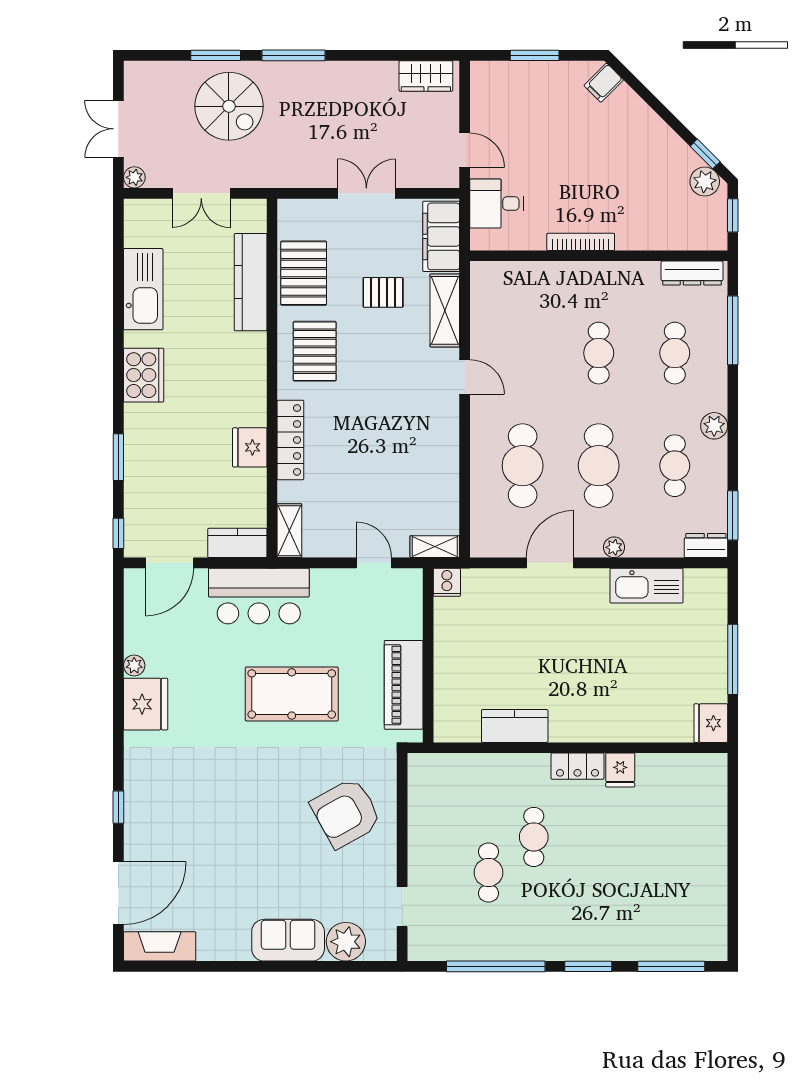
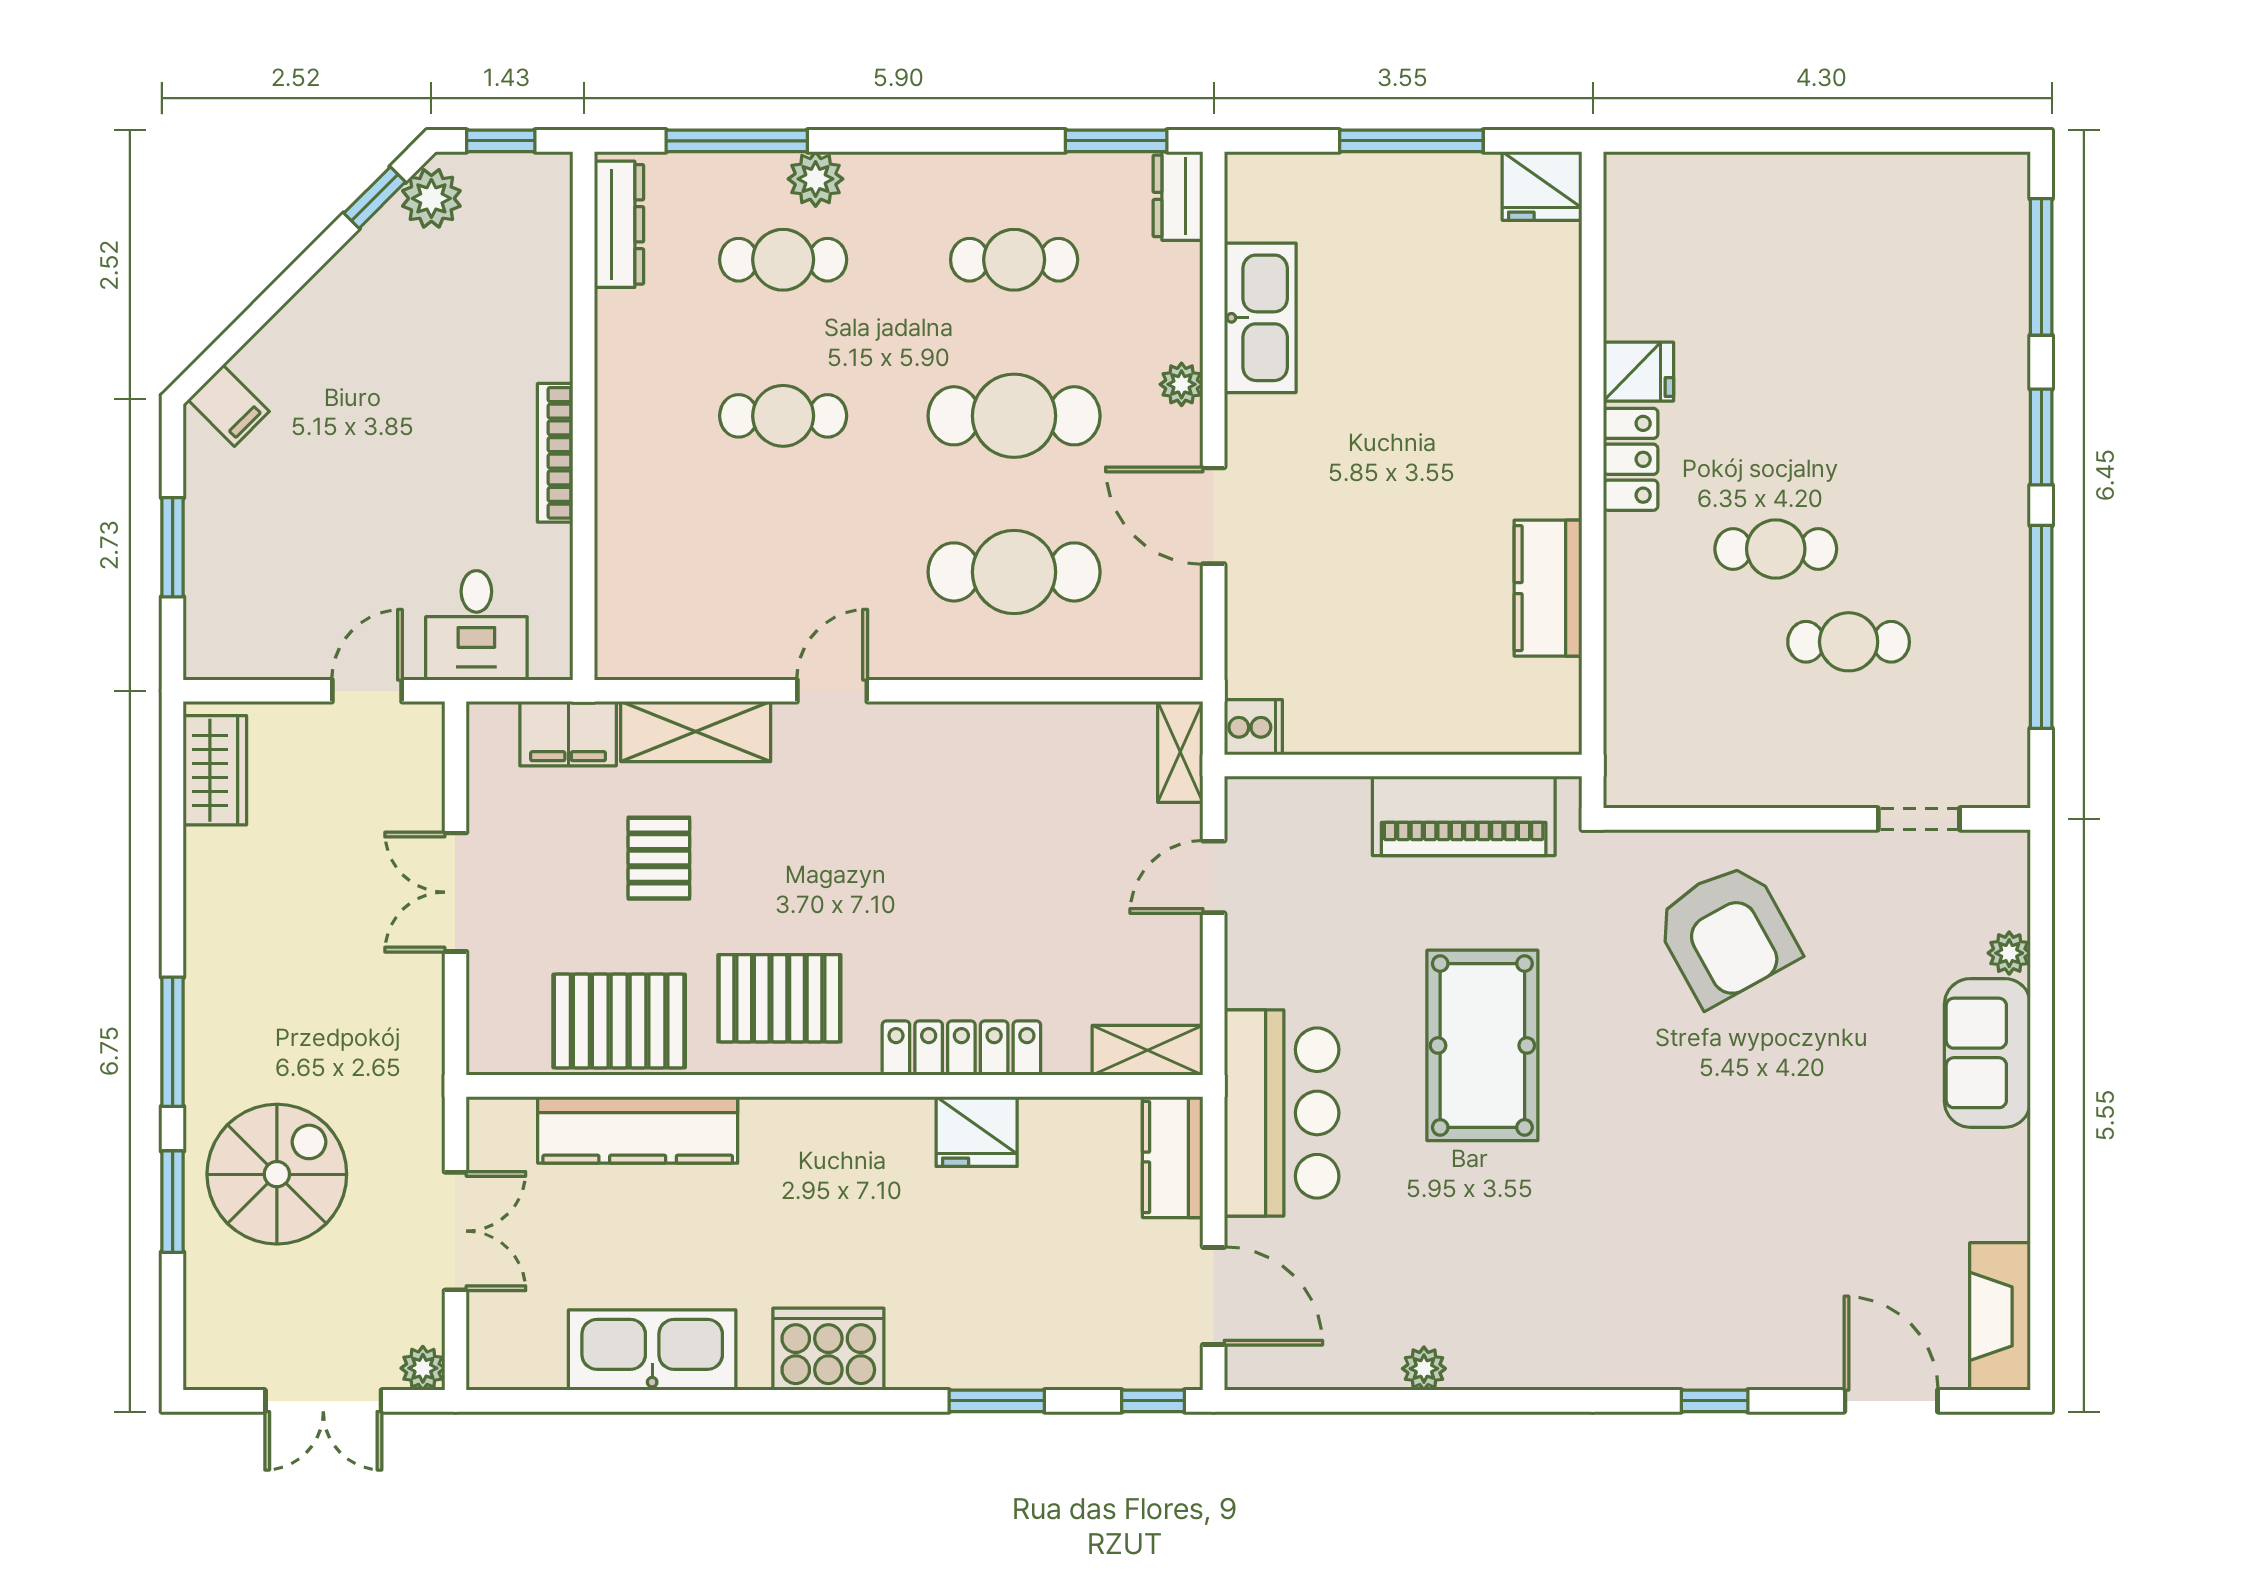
filing cabinet: (441, 236) -> (568, 734), width x0.67, depth x0.86
plant: (714, 426) -> (816, 179), moved
fridge: (146, 704) -> (1503, 1345), removed
door: (118, 893) -> (1891, 1401), width x0.73
plant: (346, 942) -> (2009, 953), width x0.53, depth x0.53

